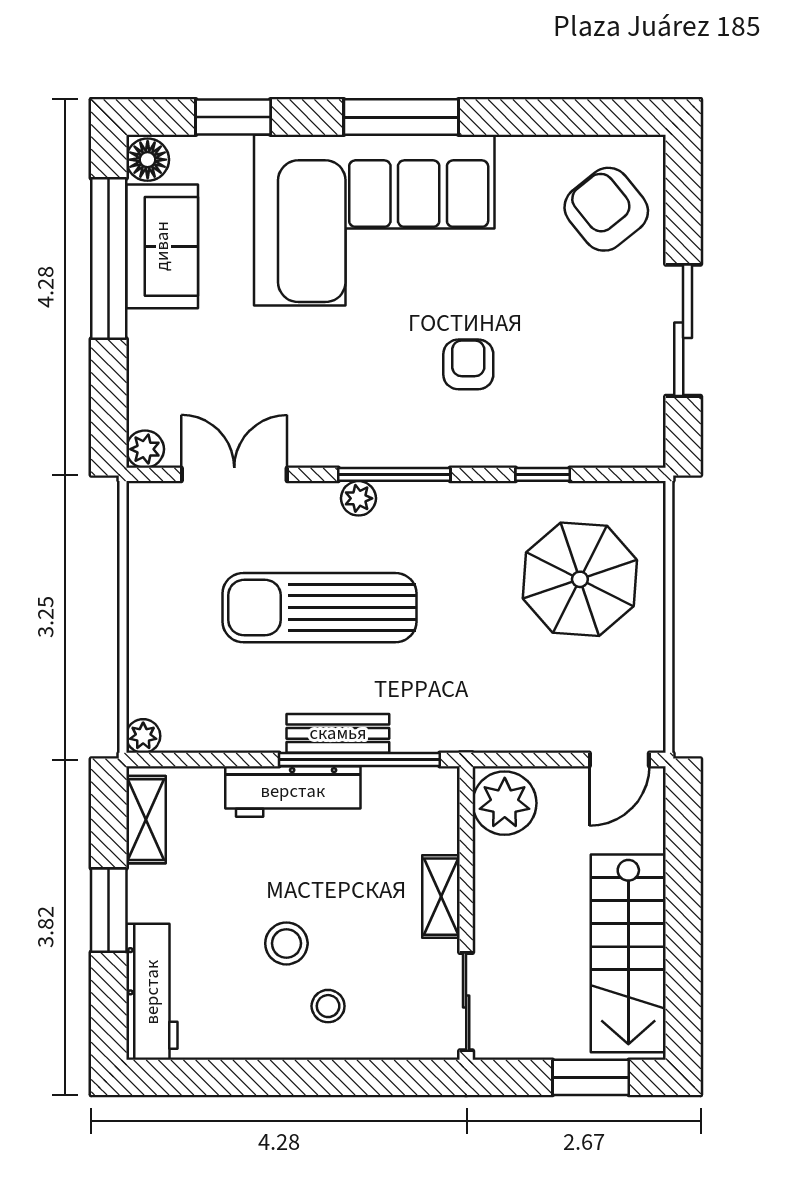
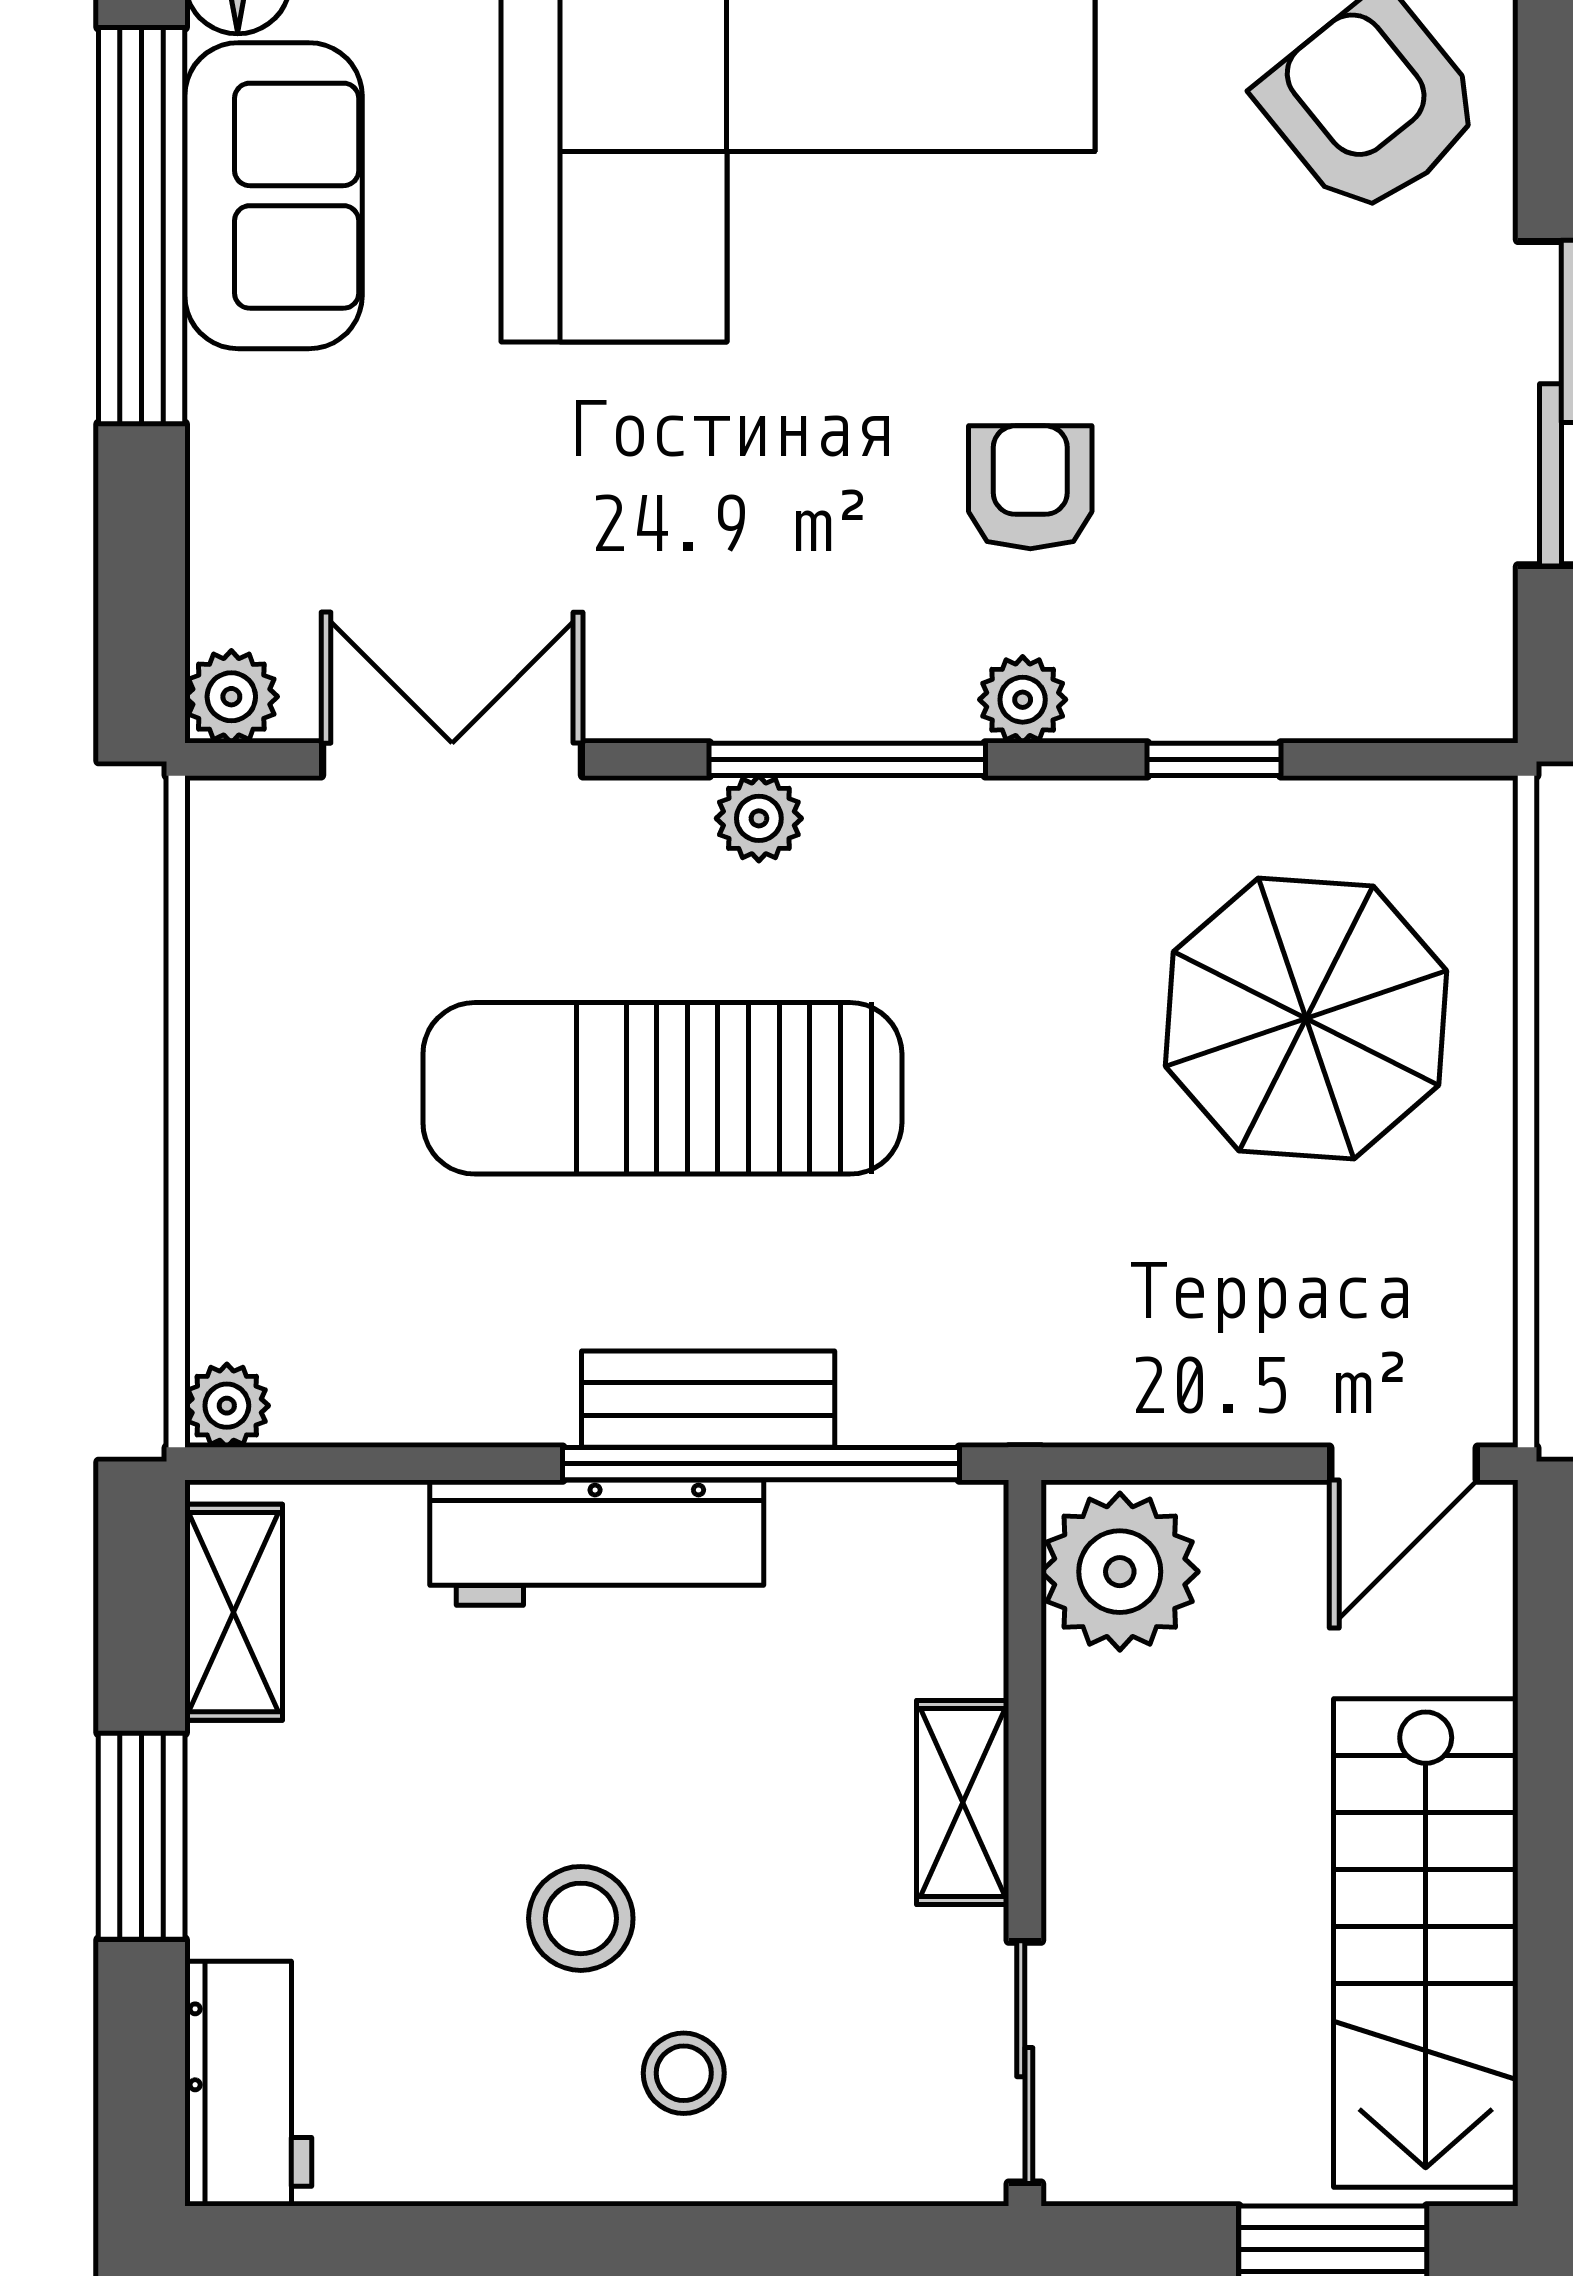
plant: (465, 450) -> (1023, 700), added
workbench: (152, 992) -> (248, 2084), width x0.73

